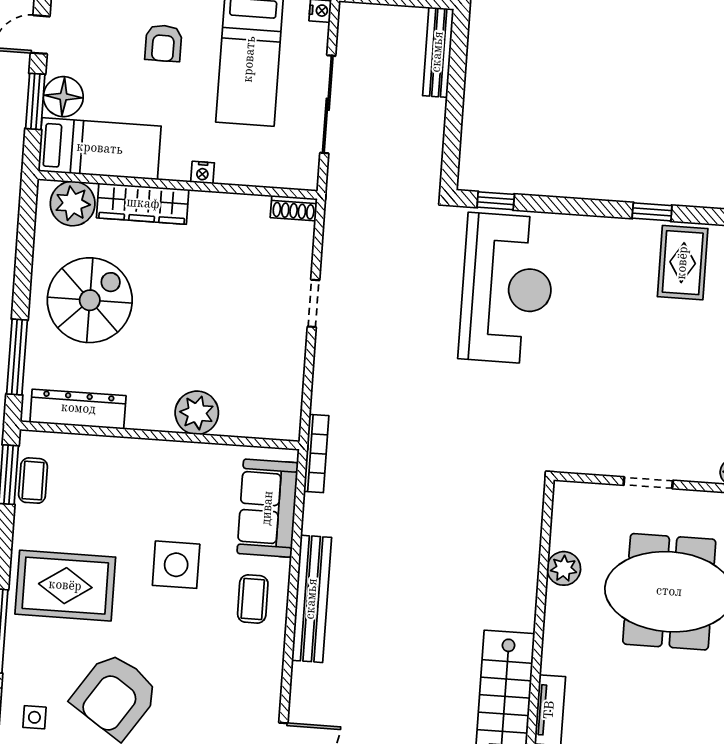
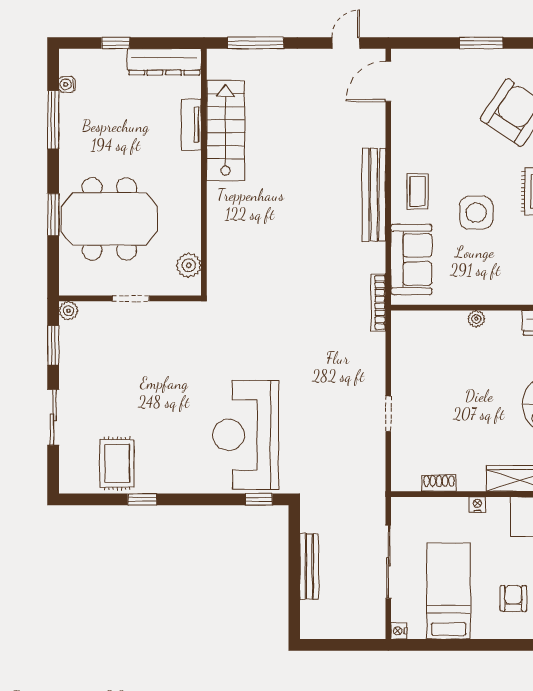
bench: (438, 52) -> (309, 566), moved
shoe rack: (294, 208) -> (439, 483), moved
plant: (197, 413) -> (476, 319), width x0.53, depth x0.53
plant: (564, 568) -> (189, 265), moved

